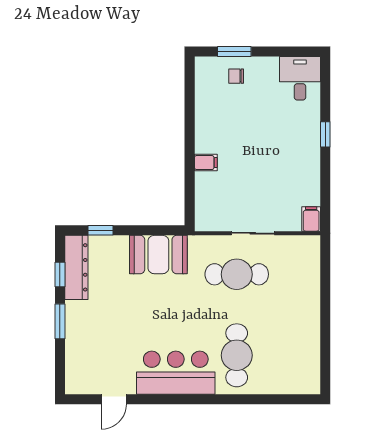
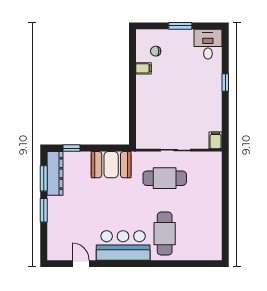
window: (234, 51) -> (180, 26), moved
chair: (236, 76) -> (156, 51), moved
filing cabinet: (206, 163) -> (144, 68), moved
window: (60, 275) -> (44, 178), width x1.50
door: (114, 399) -> (81, 264), swing flipped

